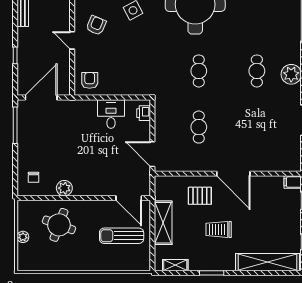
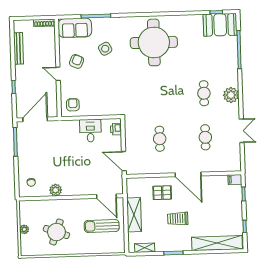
cafe table: (199, 71) -> (205, 137), moved
round table: (59, 225) -> (56, 232), moved

